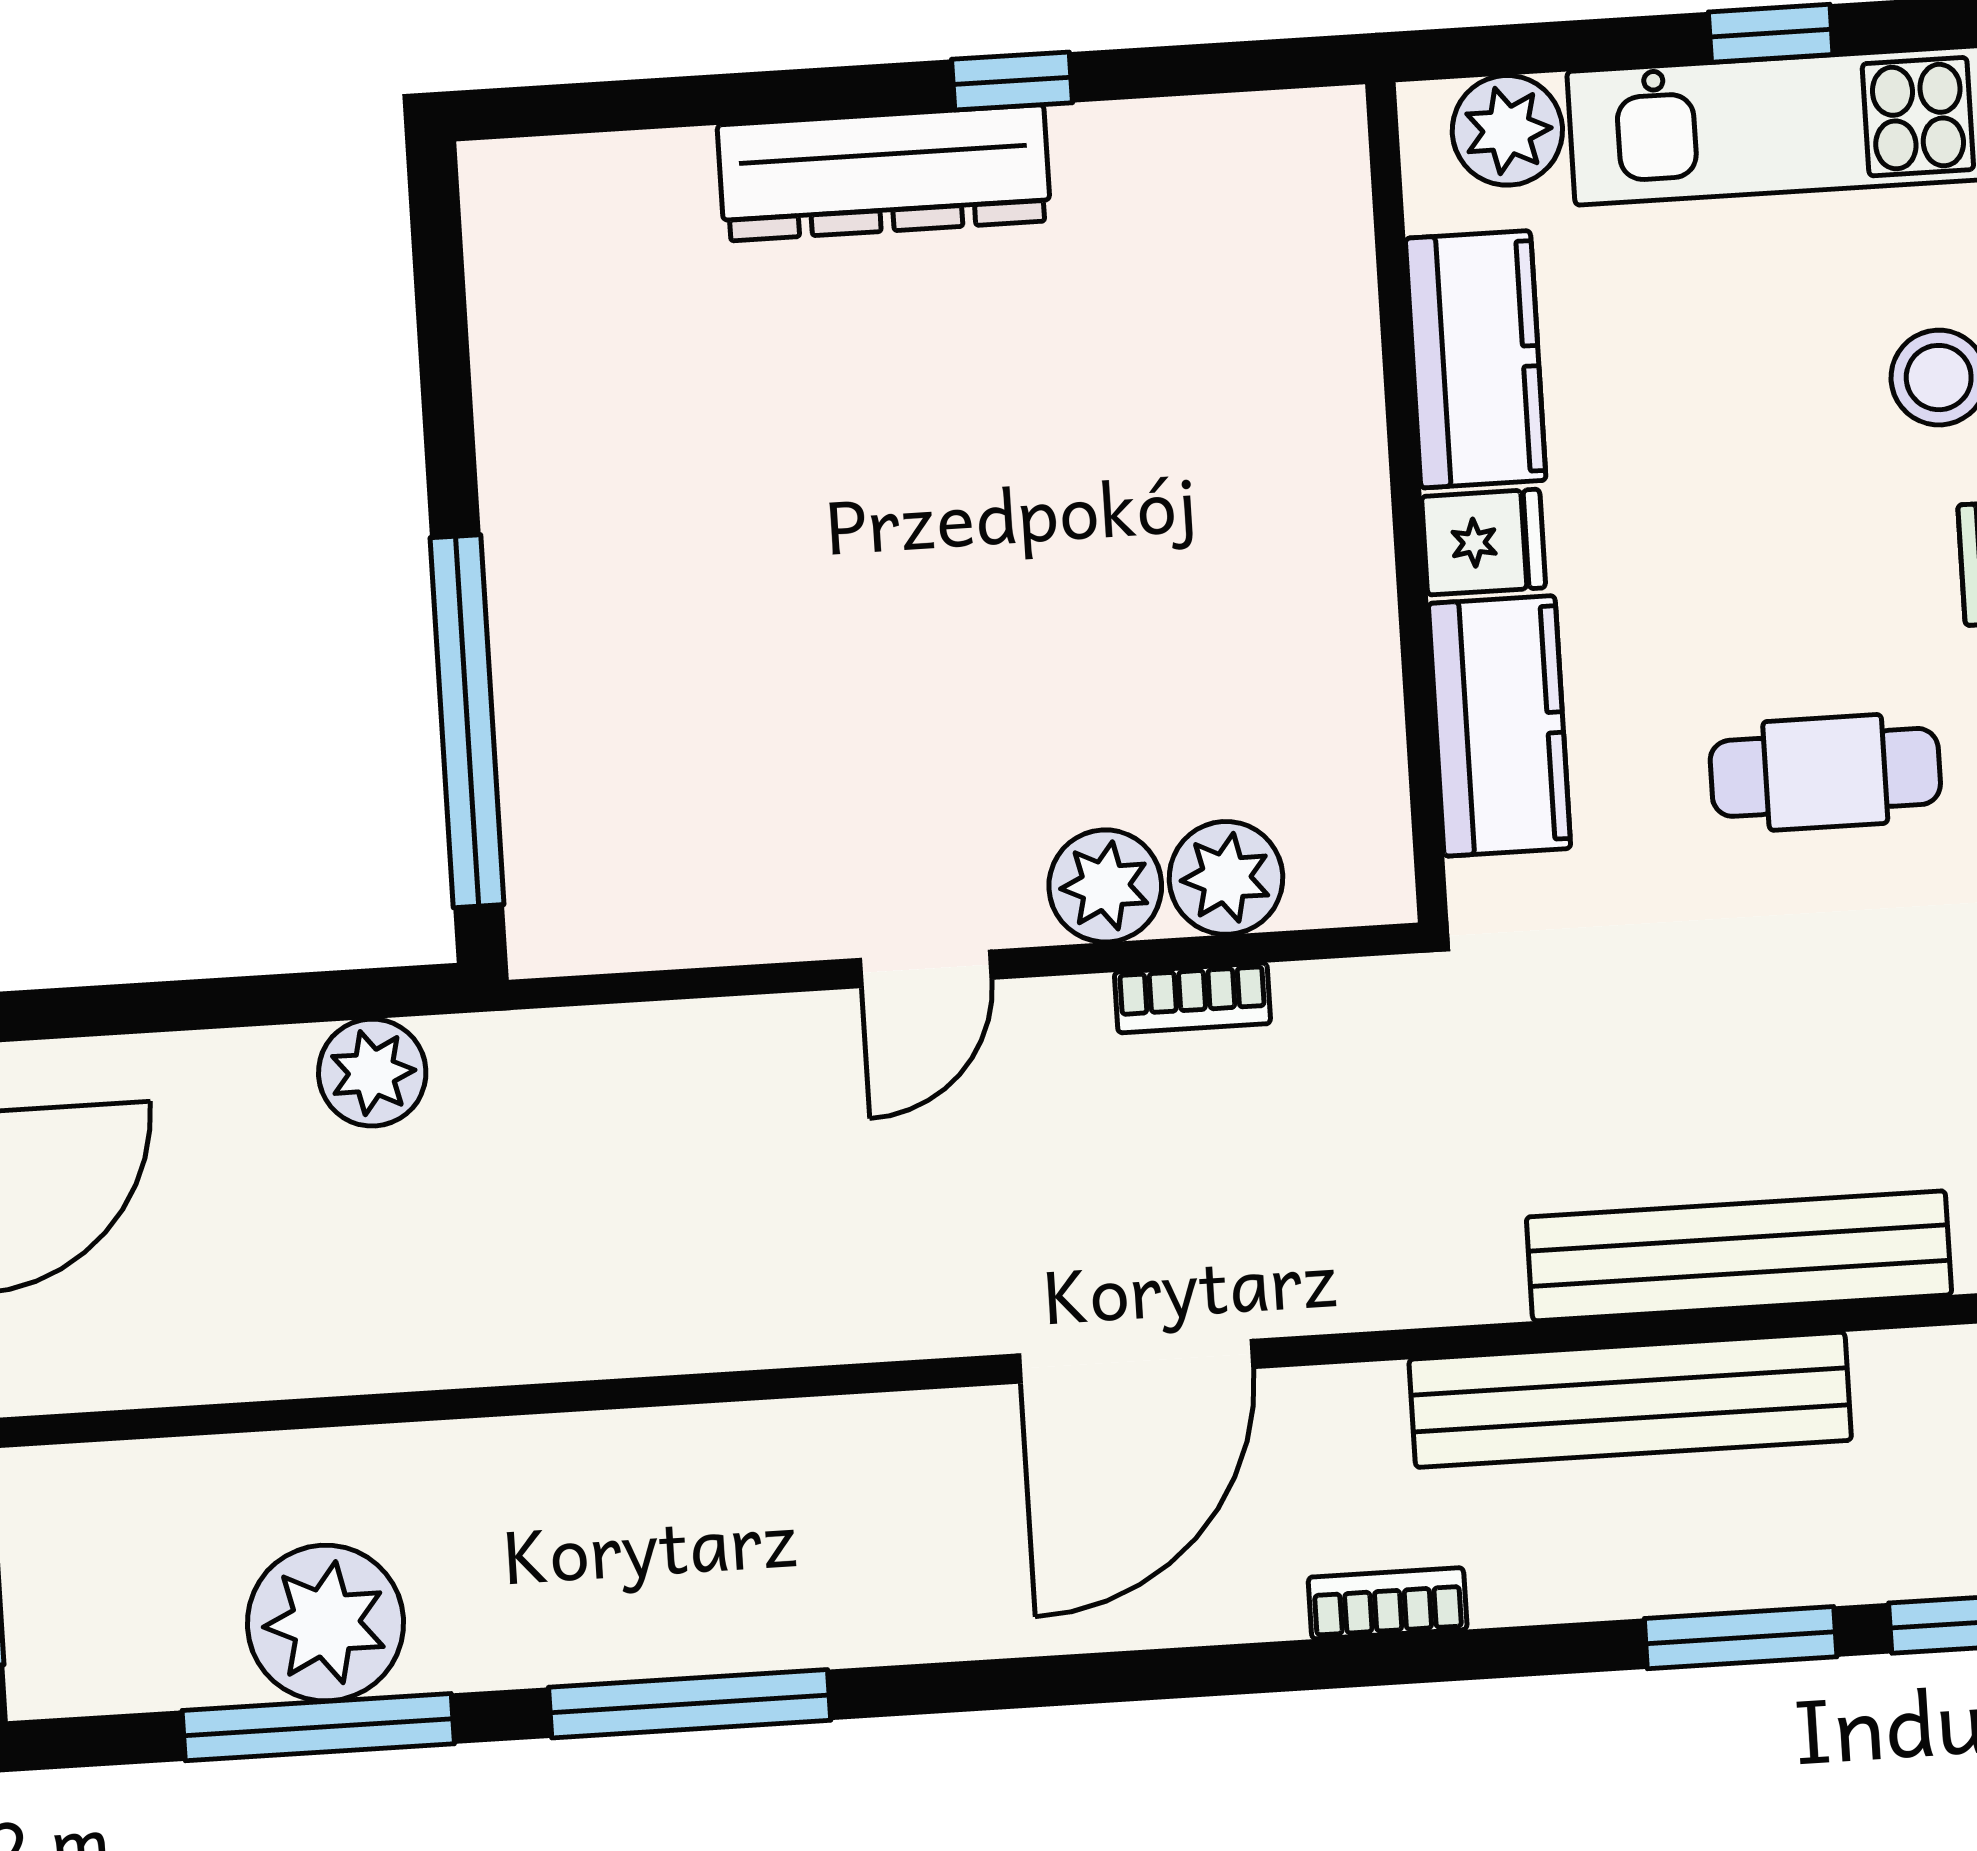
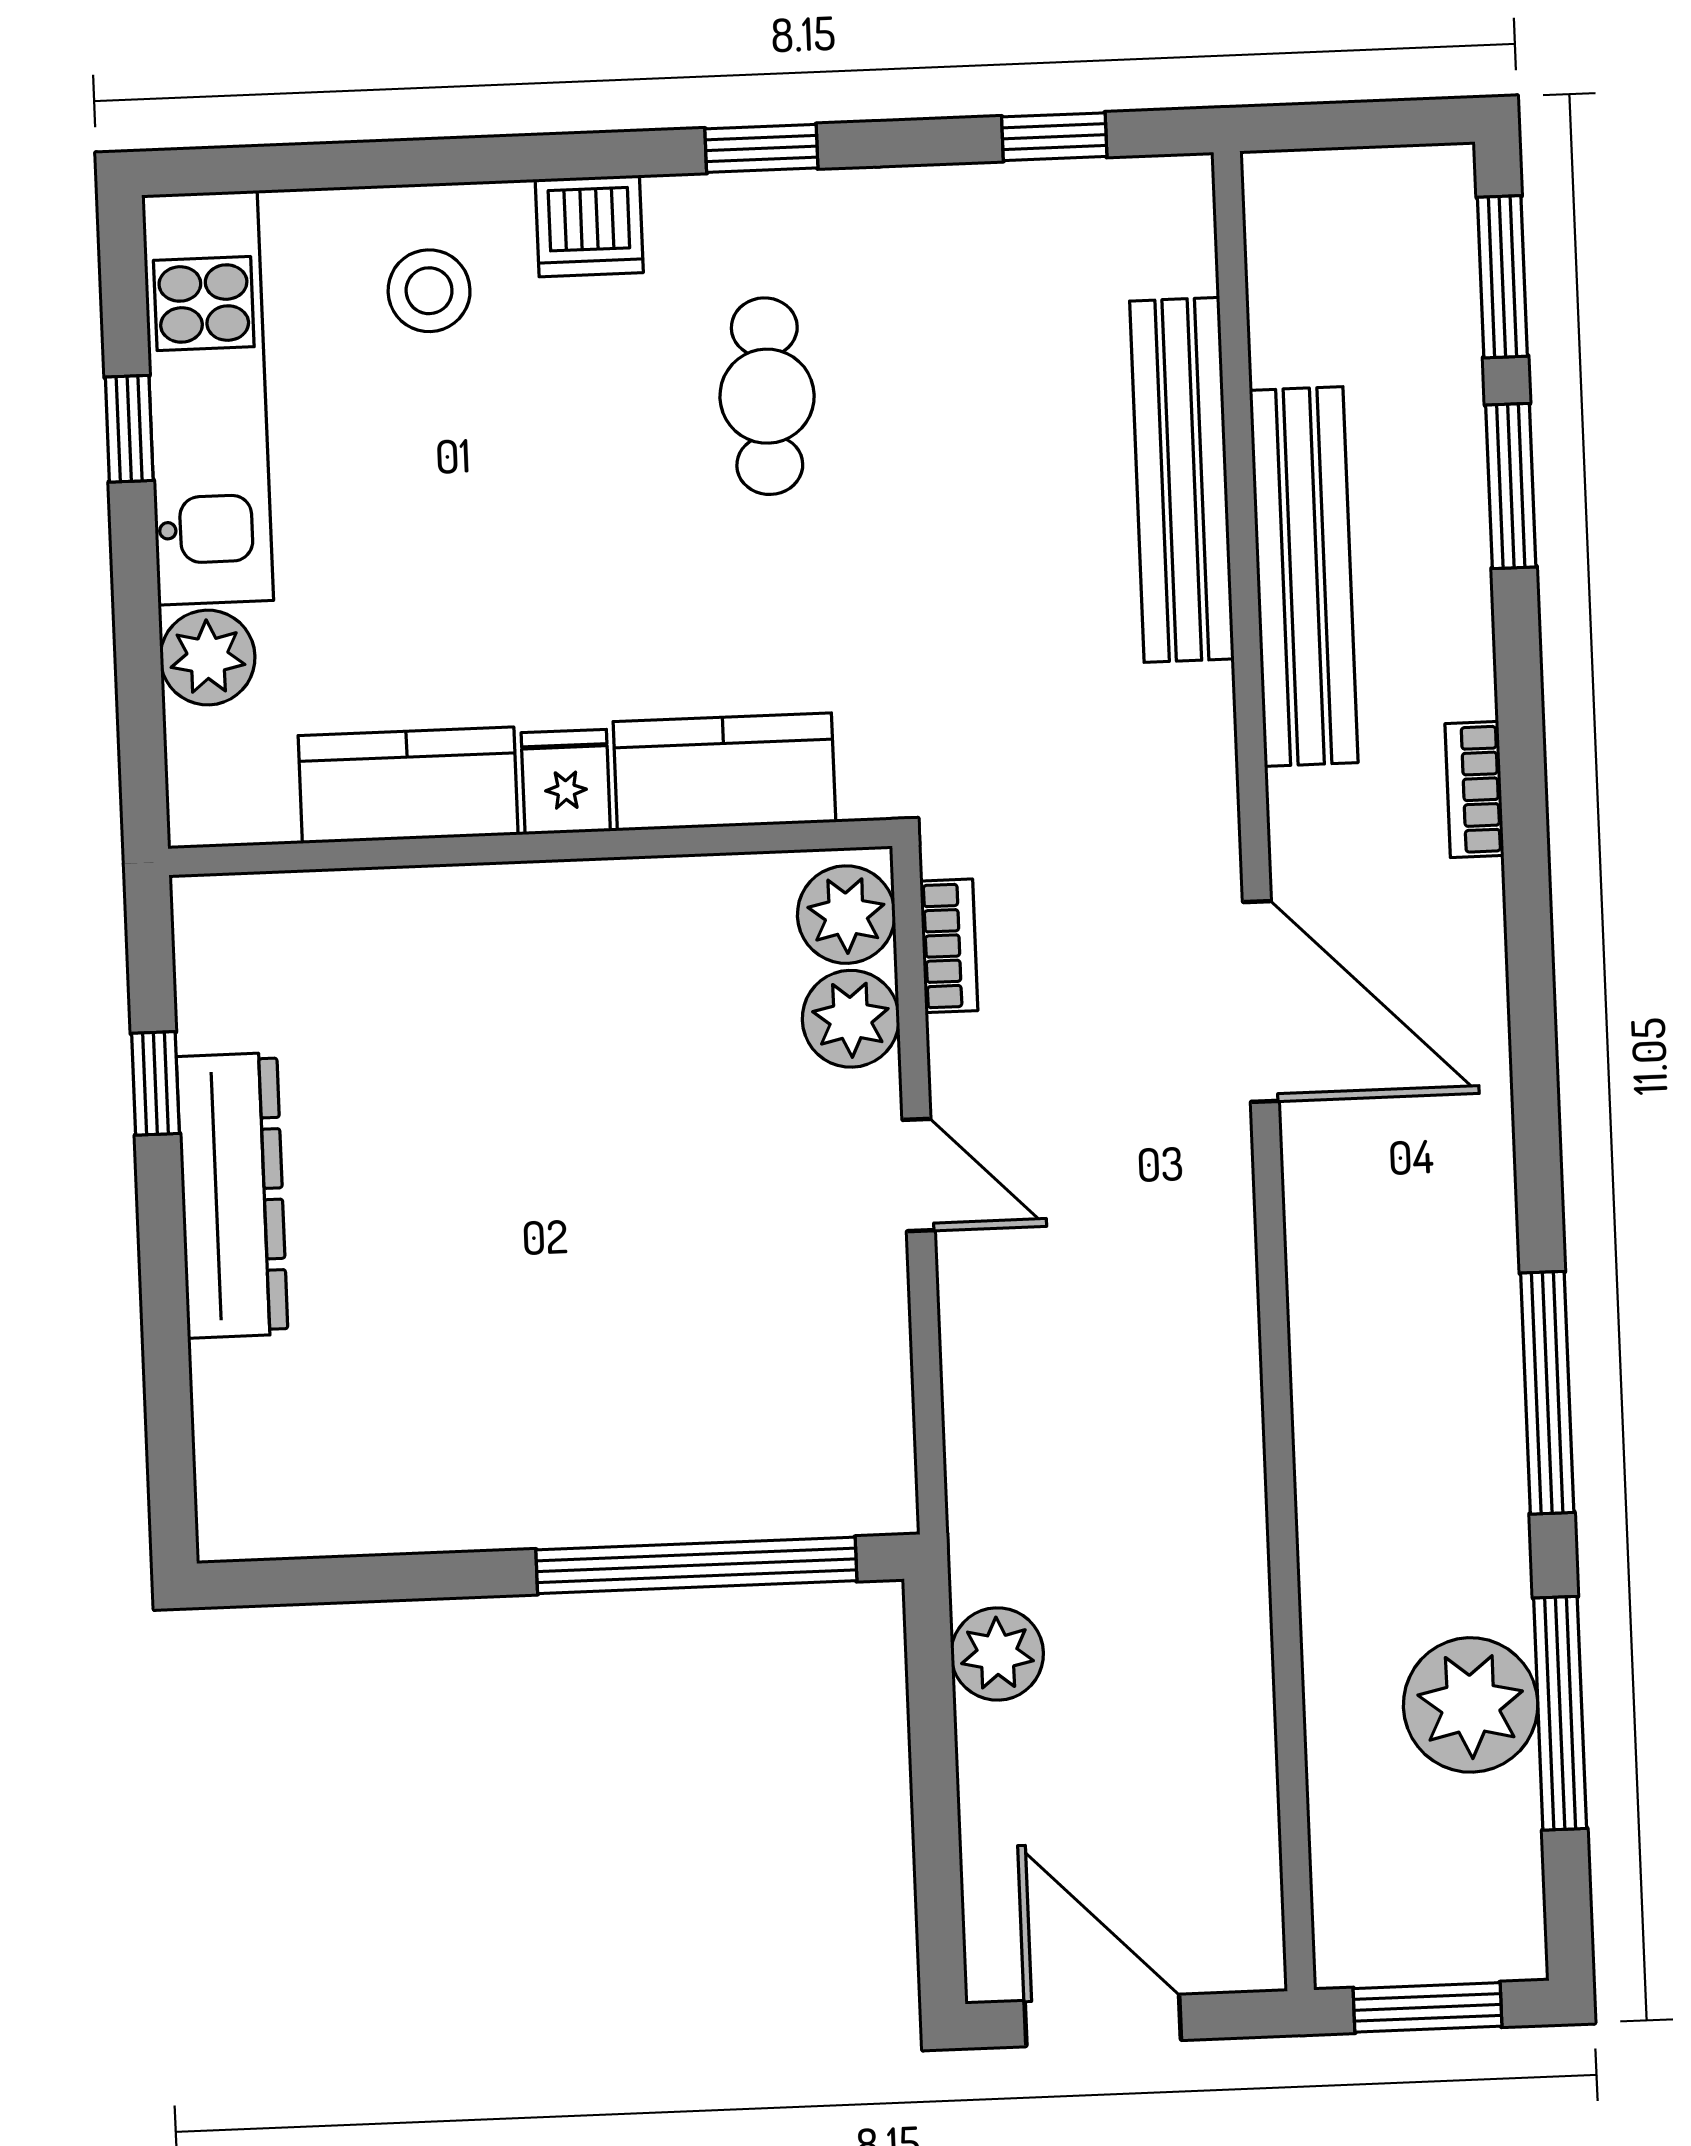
kitchen counter: (1476, 359) -> (408, 785), moved
wall: (1407, 502) -> (530, 847), moved
fridge: (1484, 542) -> (566, 782), moved
kitchen counter: (1499, 726) -> (724, 772), moved

